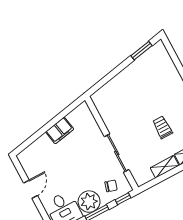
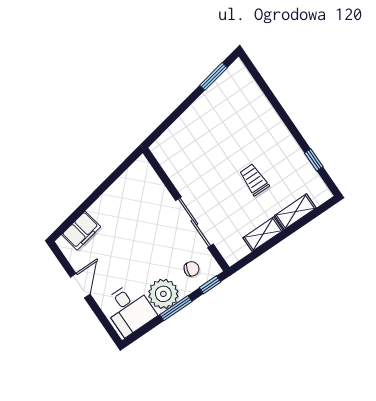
filing cabinet: (60, 131) -> (81, 231), moved

